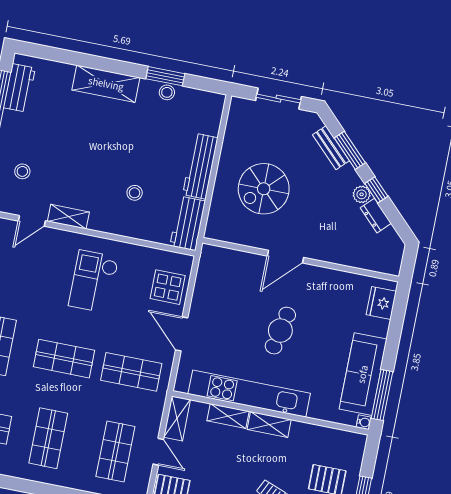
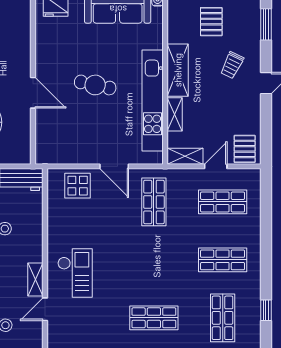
door: (32, 221) -> (45, 309), swing flipped
checkout: (94, 281) -> (75, 273), moved, turned -90
door: (182, 334) -> (114, 166), hinge flipped
shop shelf: (64, 359) -> (154, 260), removed
shelving: (269, 425) -> (178, 70), width x1.50, depth x1.33

